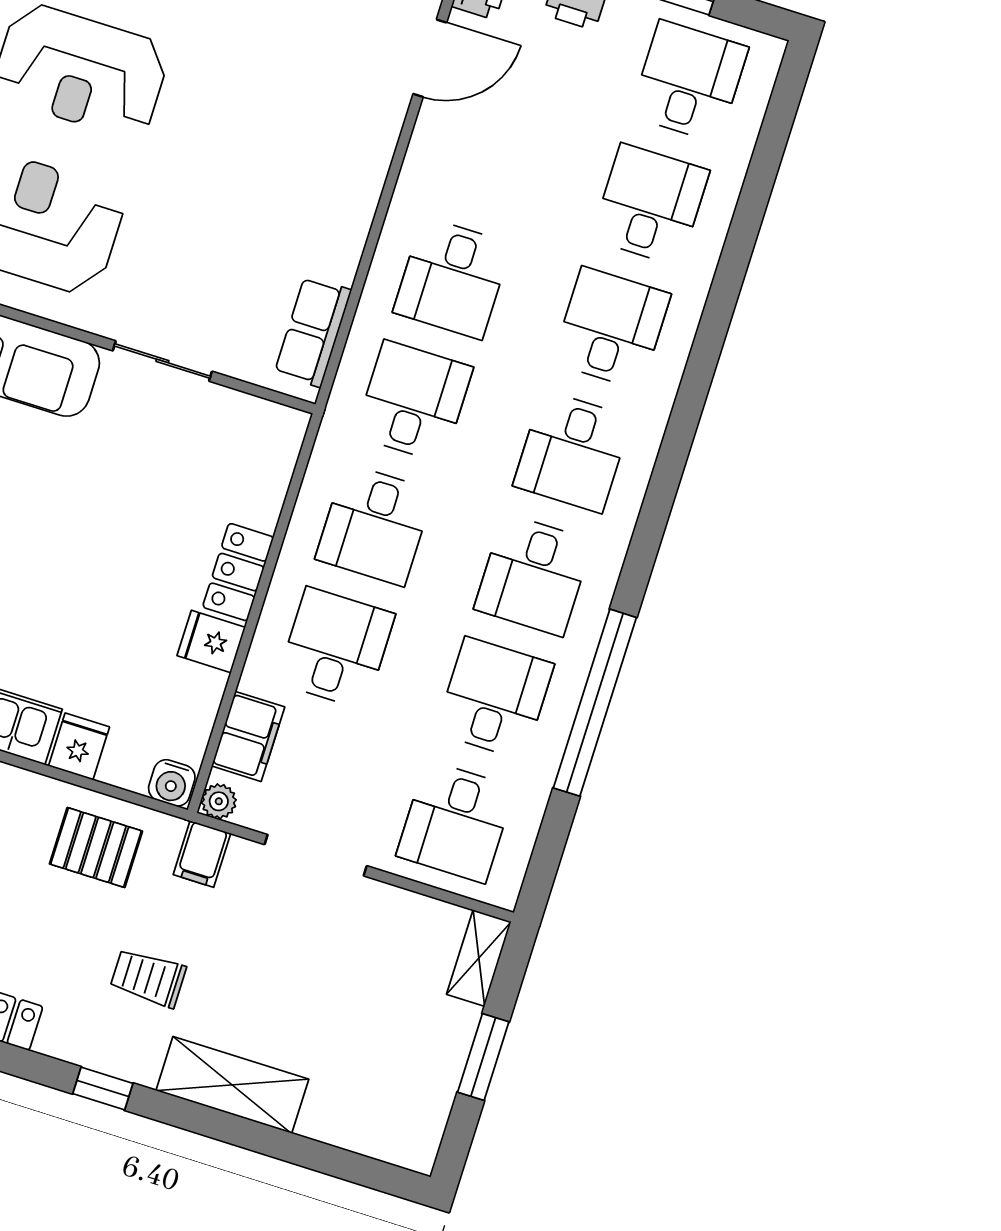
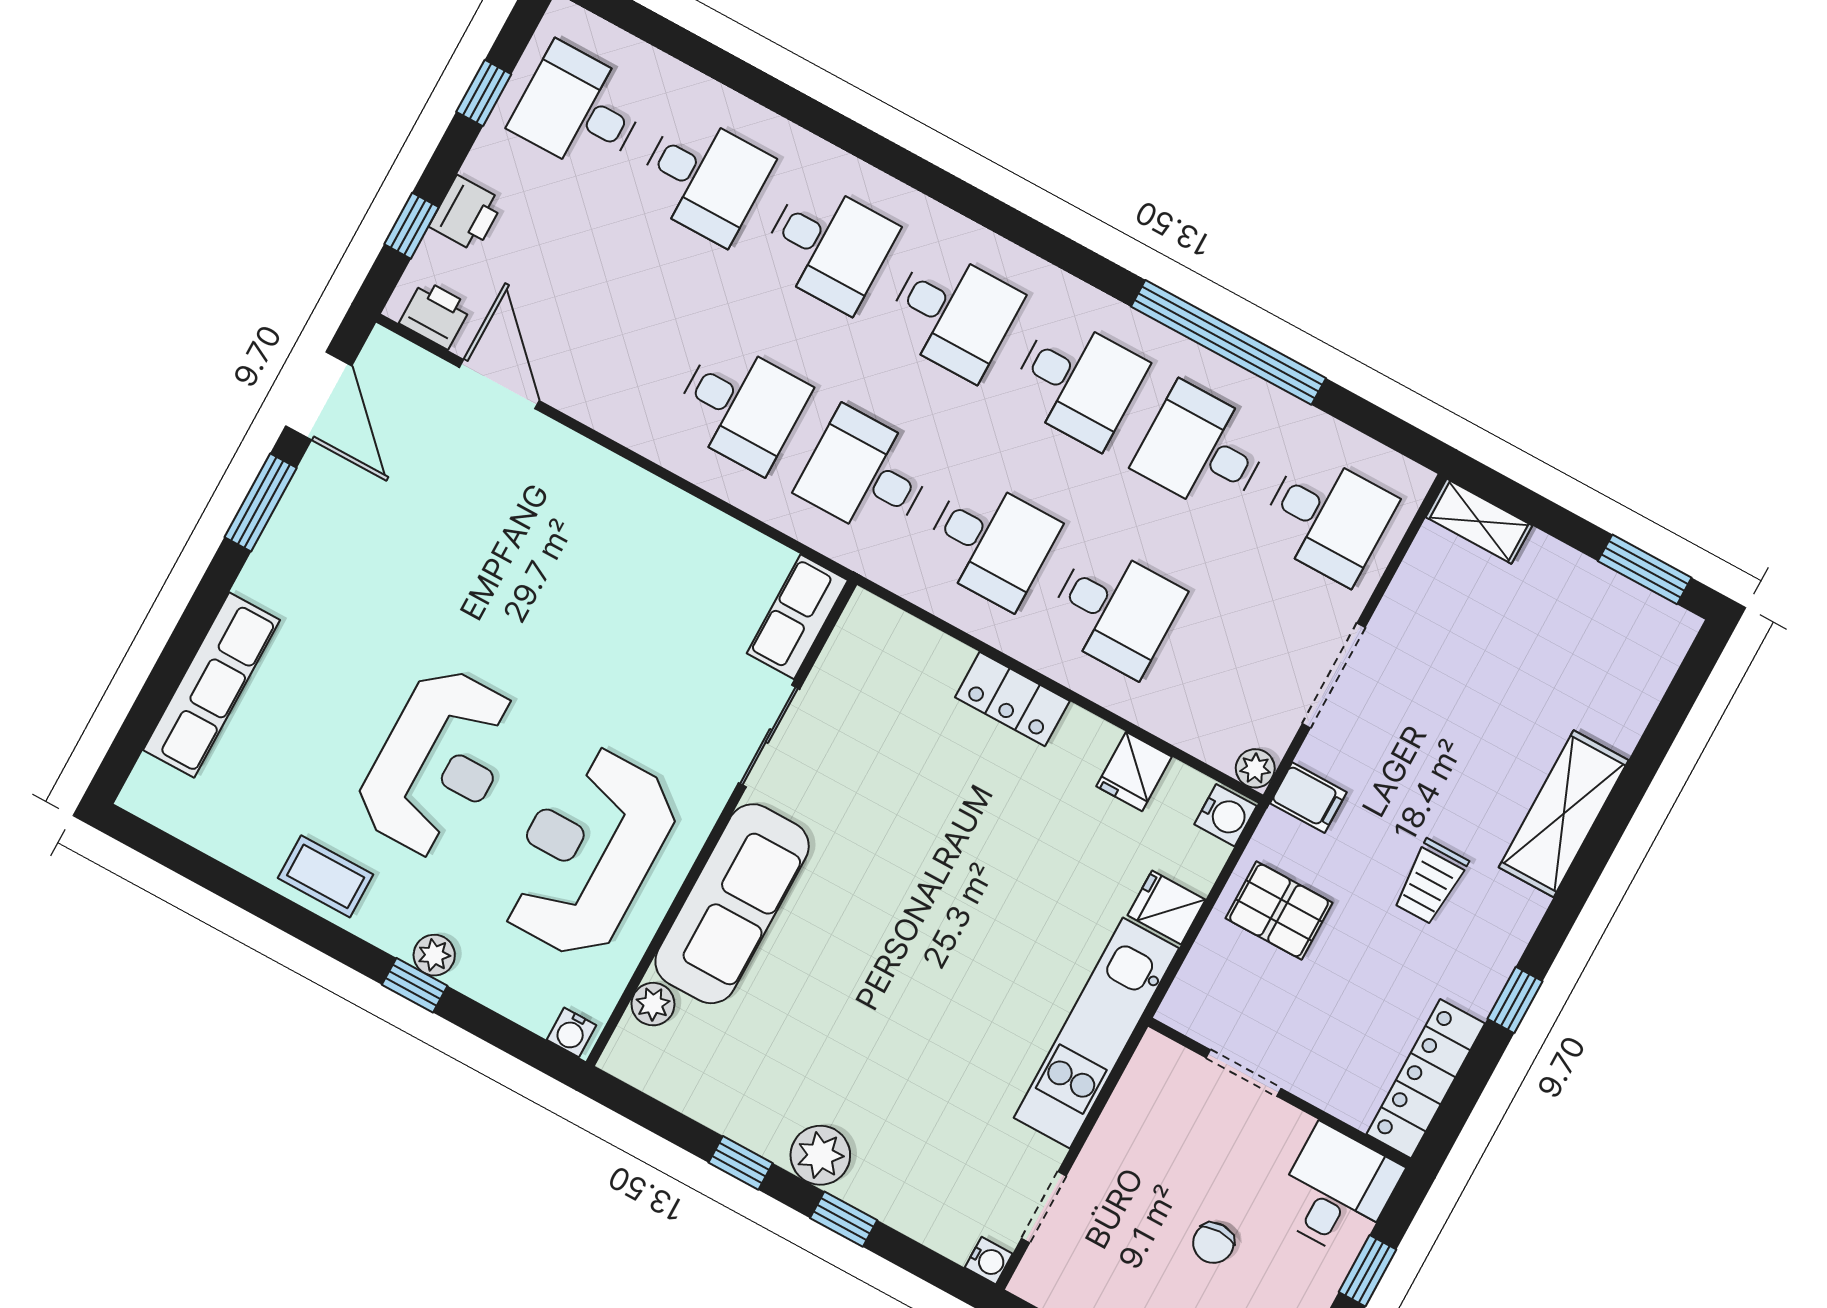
desk: (650, 205) -> (704, 178), turned 180
desk: (611, 328) -> (828, 246), turned 180
row of seats: (313, 332) -> (797, 617), moved, turned 90
fridge: (211, 641) -> (1134, 771), moved
desk: (336, 648) -> (1115, 610), turned 180
filing cabinet: (248, 736) -> (1192, 723), removed
pallet: (96, 847) -> (1279, 911), turned 90
window: (483, 1057) -> (1645, 569), moved
window: (103, 1089) -> (1515, 1000), moved

